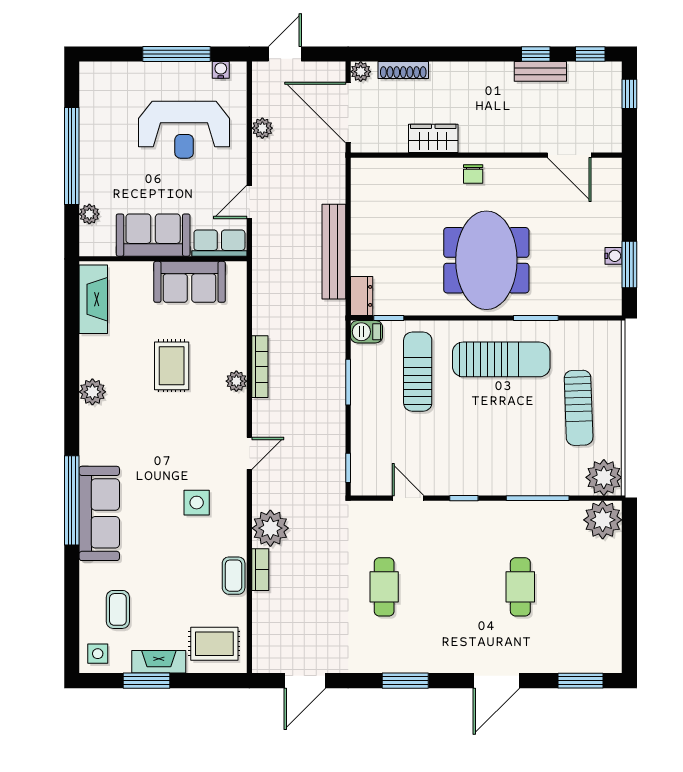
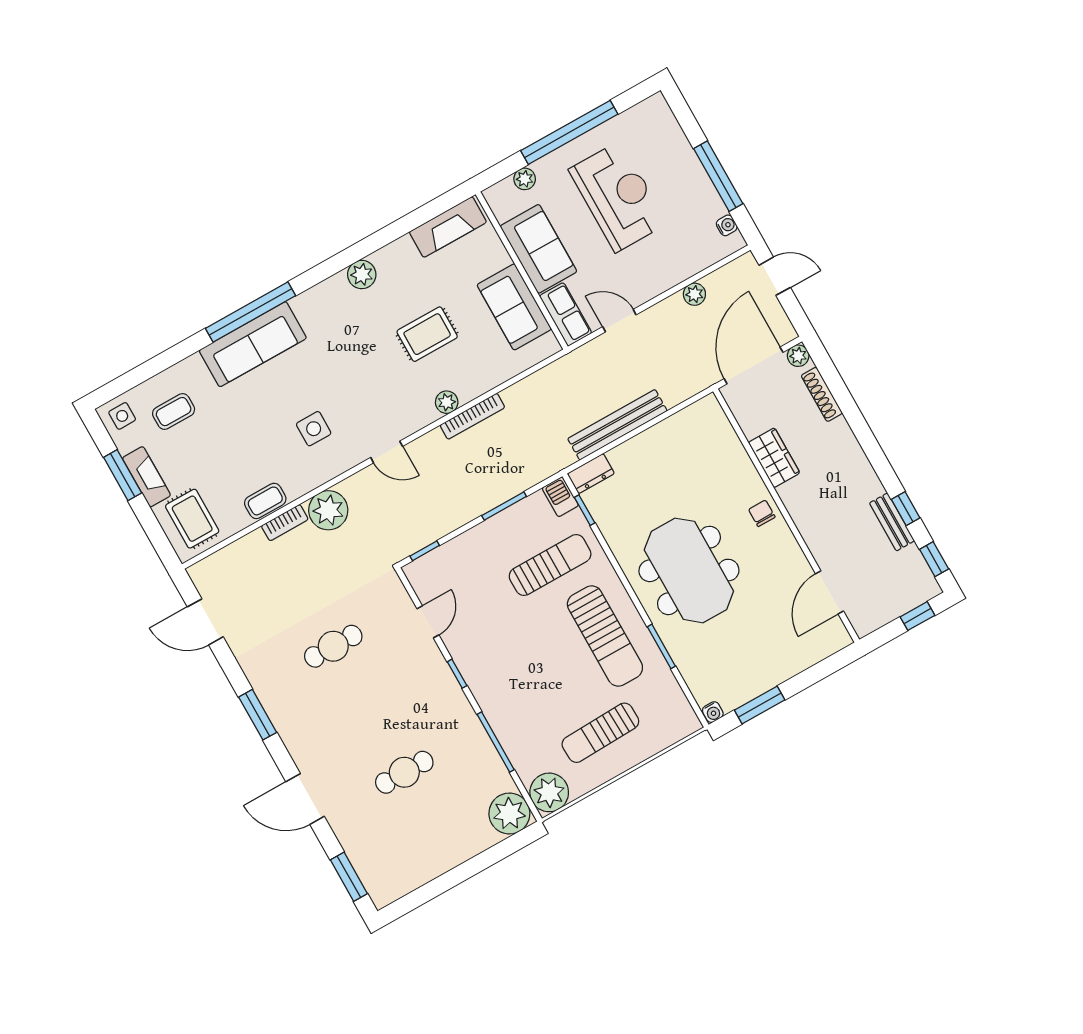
reception desk: (184, 130) -> (618, 197), moved, turned 180
chair: (473, 174) -> (762, 513), turned 90
water cooler: (613, 256) -> (713, 712), moved
meeting table: (486, 260) -> (689, 570), turned 90

